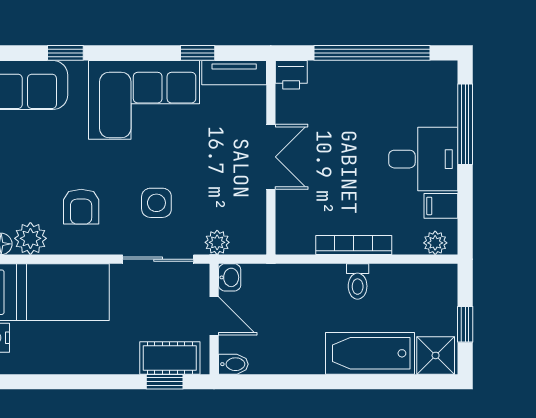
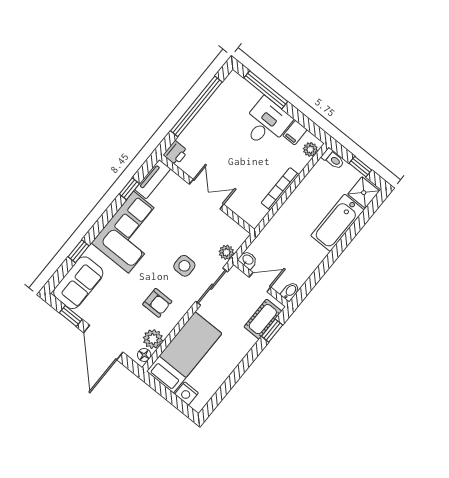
toilet: (358, 282) -> (333, 159), moved

